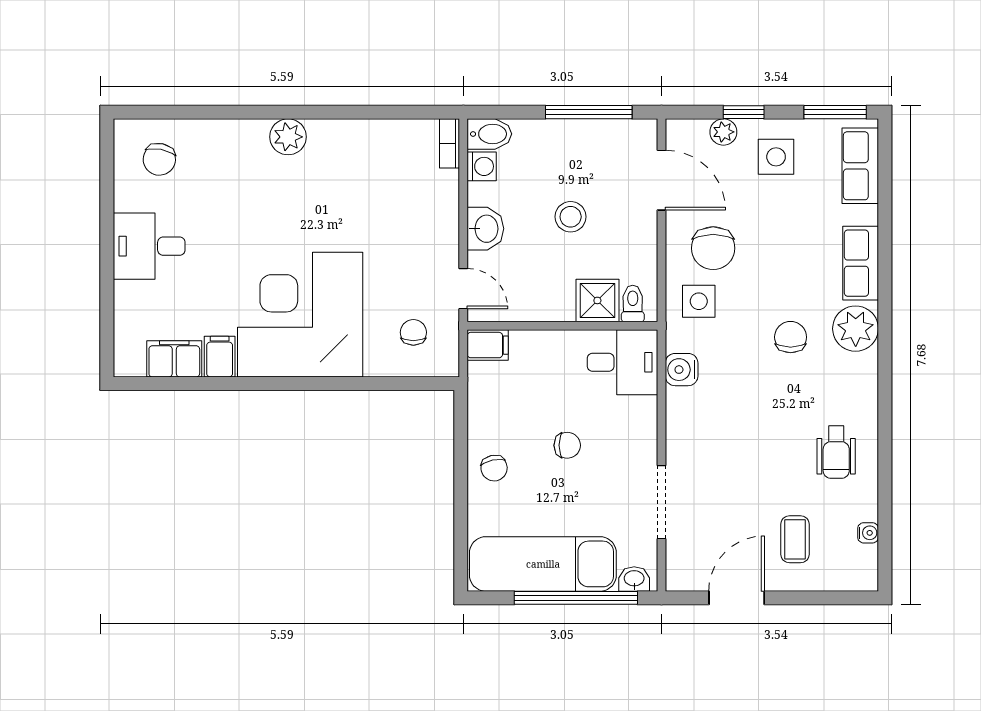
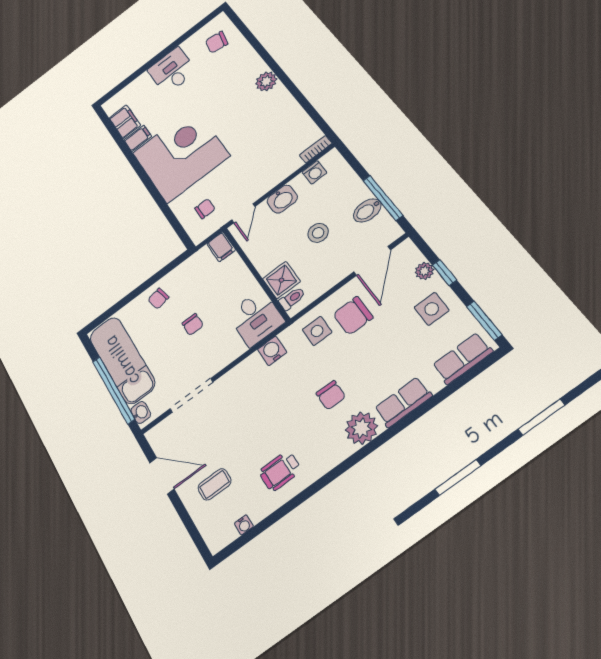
bidet: (489, 134) -> (367, 210), moved, turned 90
chair: (791, 337) -> (331, 395), turned 90

